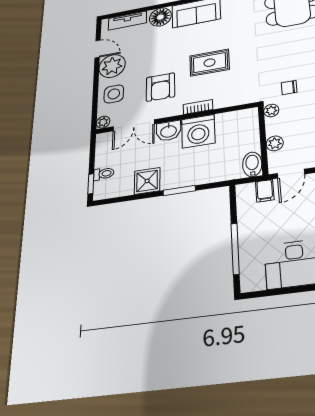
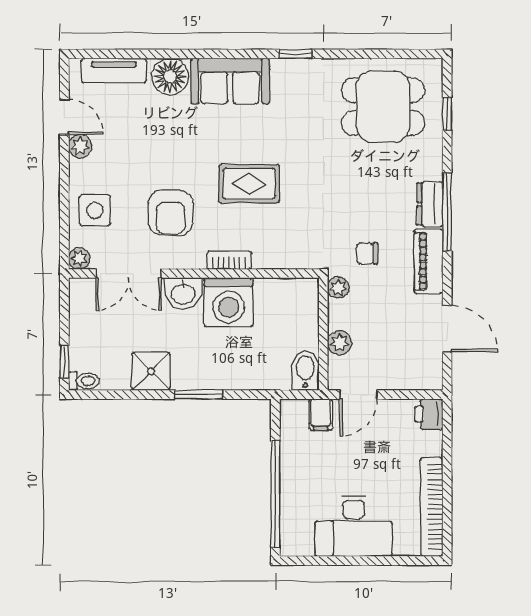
plant: (112, 66) -> (80, 146), width x0.53, depth x0.53
toilet: (104, 174) -> (84, 381), moved
window: (235, 249) -> (275, 494), width x1.46

